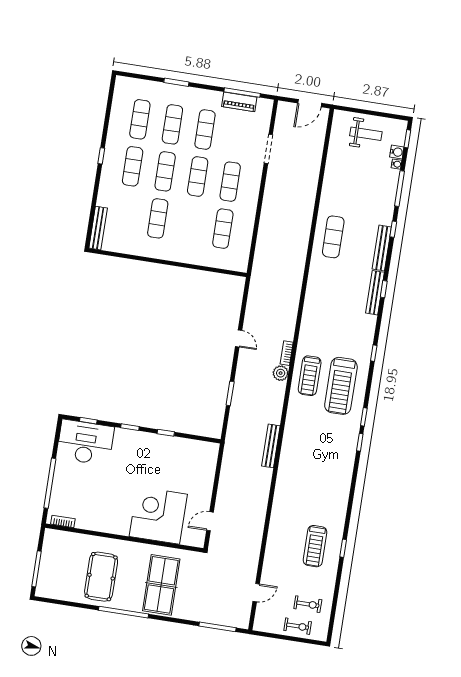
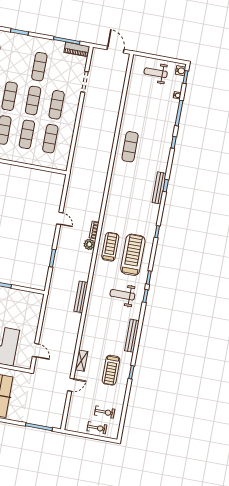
piano: (239, 102) -> (77, 49), moved
door: (310, 103) -> (116, 50), swing flipped
exercise mat: (172, 124) -> (27, 134), moved
weight bench: (366, 134) -> (156, 73), turned 180
water cooler: (397, 152) -> (181, 71), moved
bench: (382, 248) -> (132, 336), moved
treadmill: (310, 376) -> (110, 247), turned 180
treadmill: (341, 386) -> (133, 255), turned 180
weight bench: (328, 442) -> (122, 295), added
door: (210, 521) -> (35, 350), swing flipped
shelving: (274, 534) -> (81, 361), added
door: (256, 593) -> (71, 385), moved

